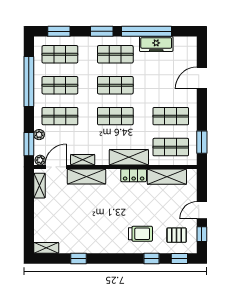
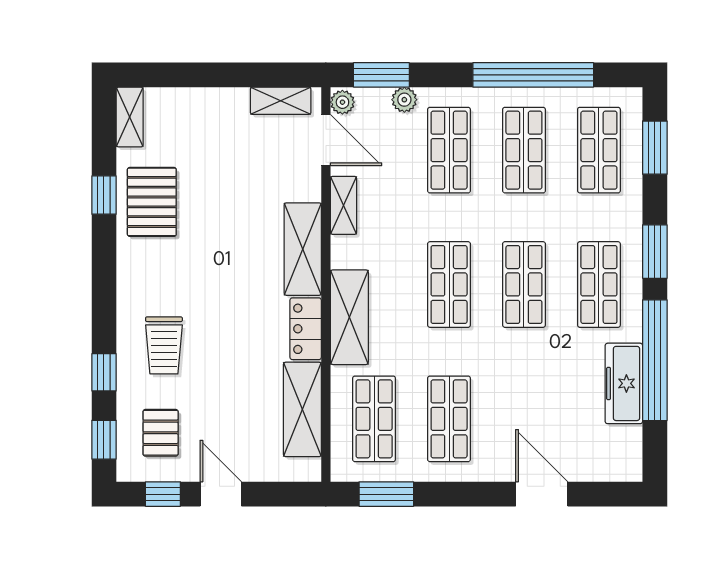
shelving: (86, 176) -> (303, 249), moved
pallet: (81, 239) -> (152, 202), added

